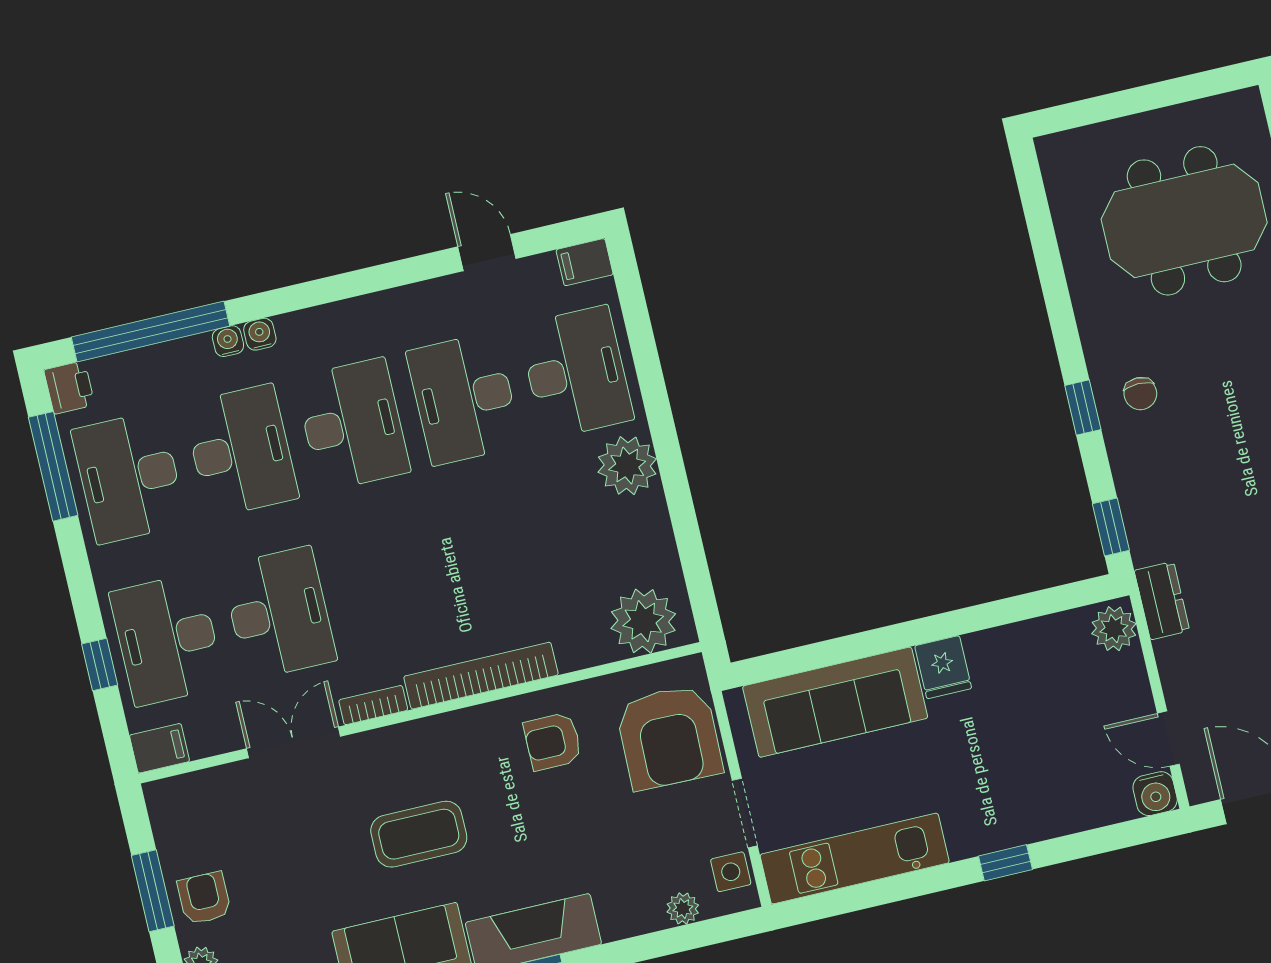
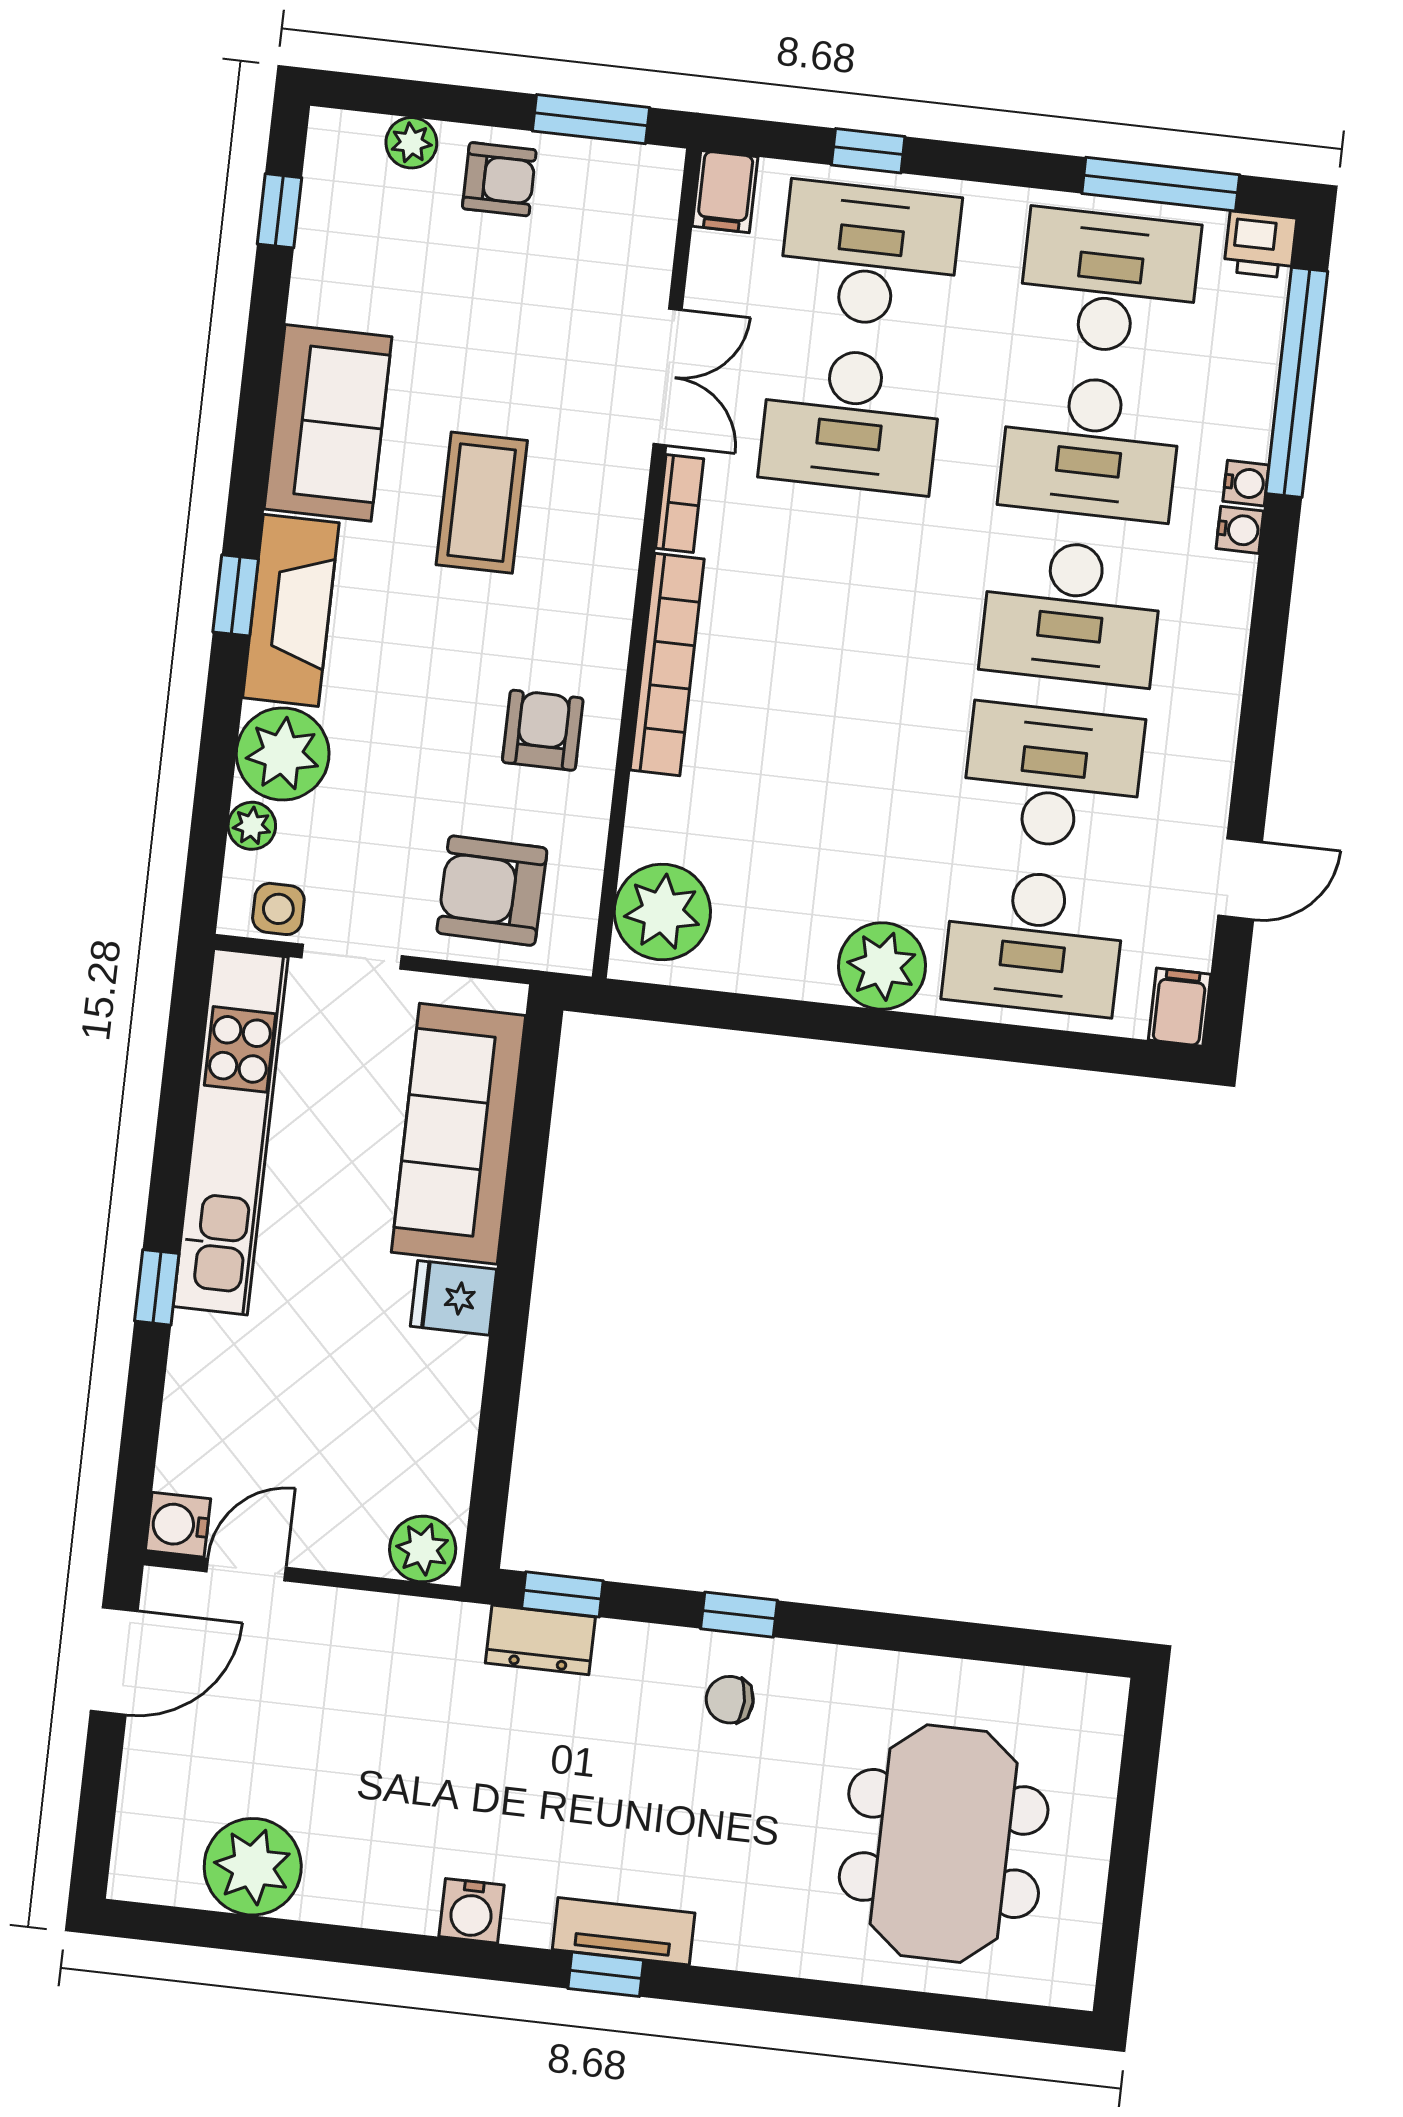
dresser: (1162, 601) -> (540, 1640), moved
armchair: (669, 737) -> (492, 891), width x0.73, depth x0.73
kitchen unit: (855, 859) -> (231, 1132), width x1.36
window: (153, 891) -> (591, 119), moved
plant: (629, 905) -> (283, 754), added

